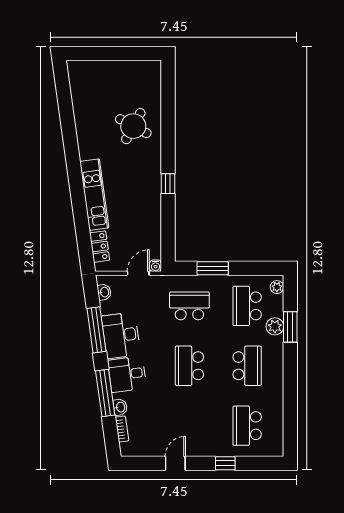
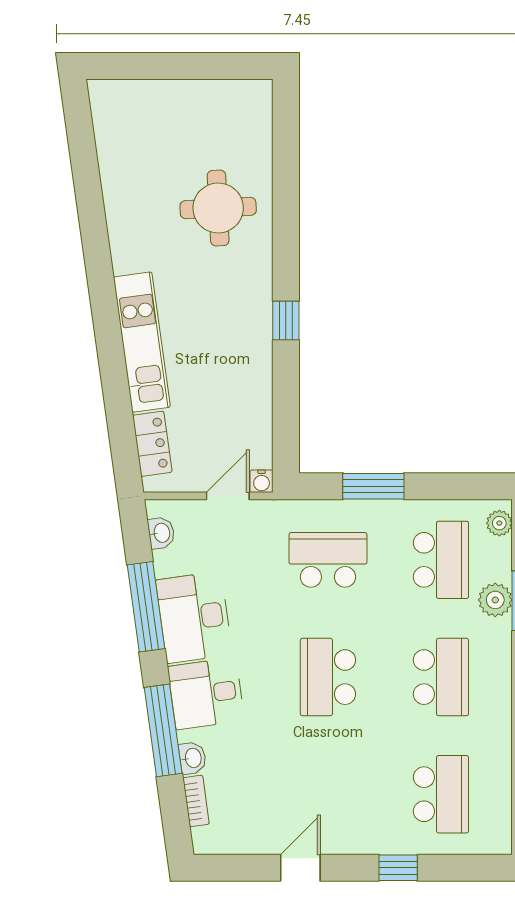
round table: (133, 126) -> (218, 208), turned -31
school desk: (247, 306) -> (441, 560), turned 180
school desk: (247, 426) -> (441, 794), turned 180

